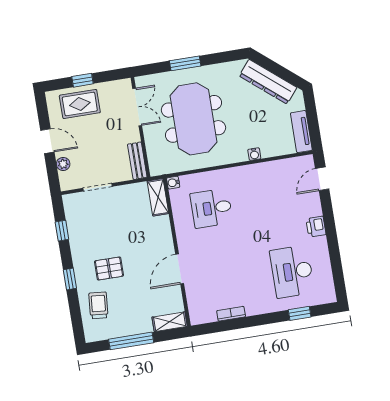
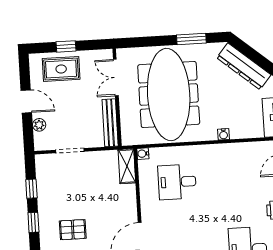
window: (185, 63) -> (191, 39), moved
double door: (137, 107) -> (116, 78), swing flipped
meeting table: (193, 119) -> (169, 95), width x1.36
bench: (137, 161) -> (110, 123), width x1.36
window: (70, 279) -> (33, 222), moved

